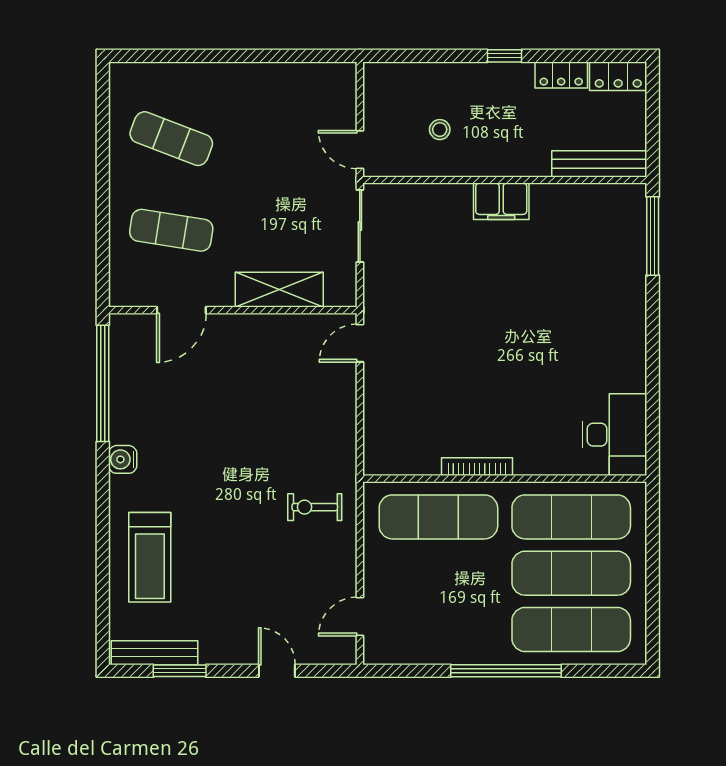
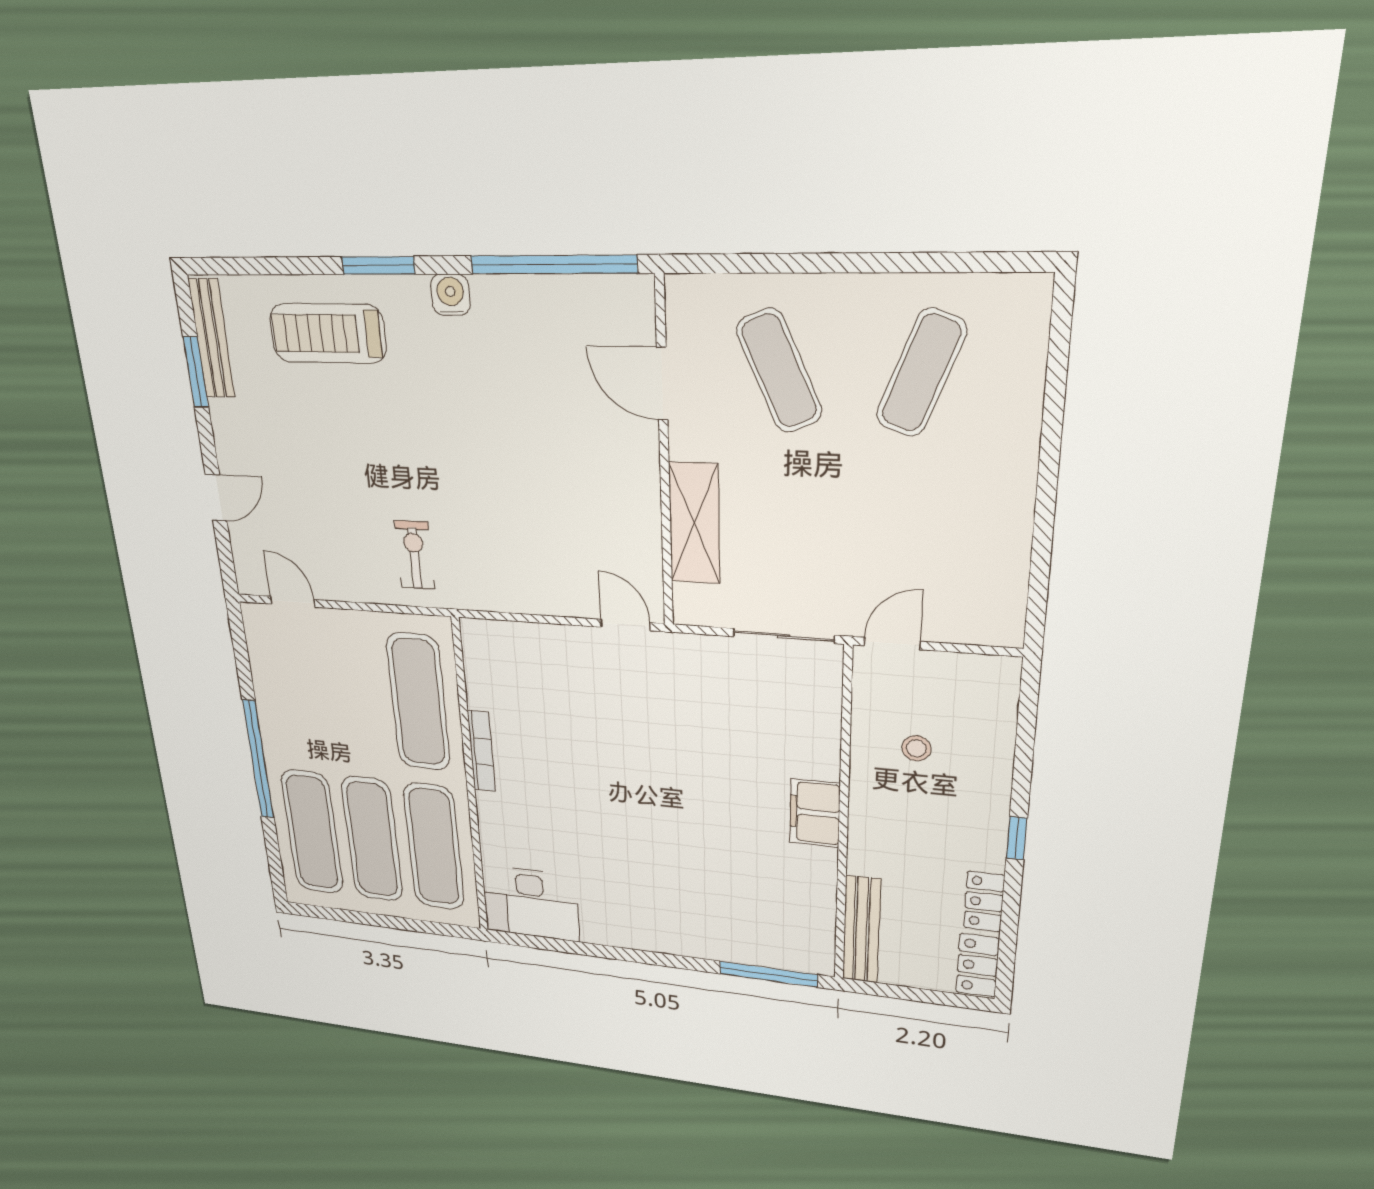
exercise mat: (171, 230) -> (779, 371), turned -33
window: (103, 512) -> (378, 265), added

